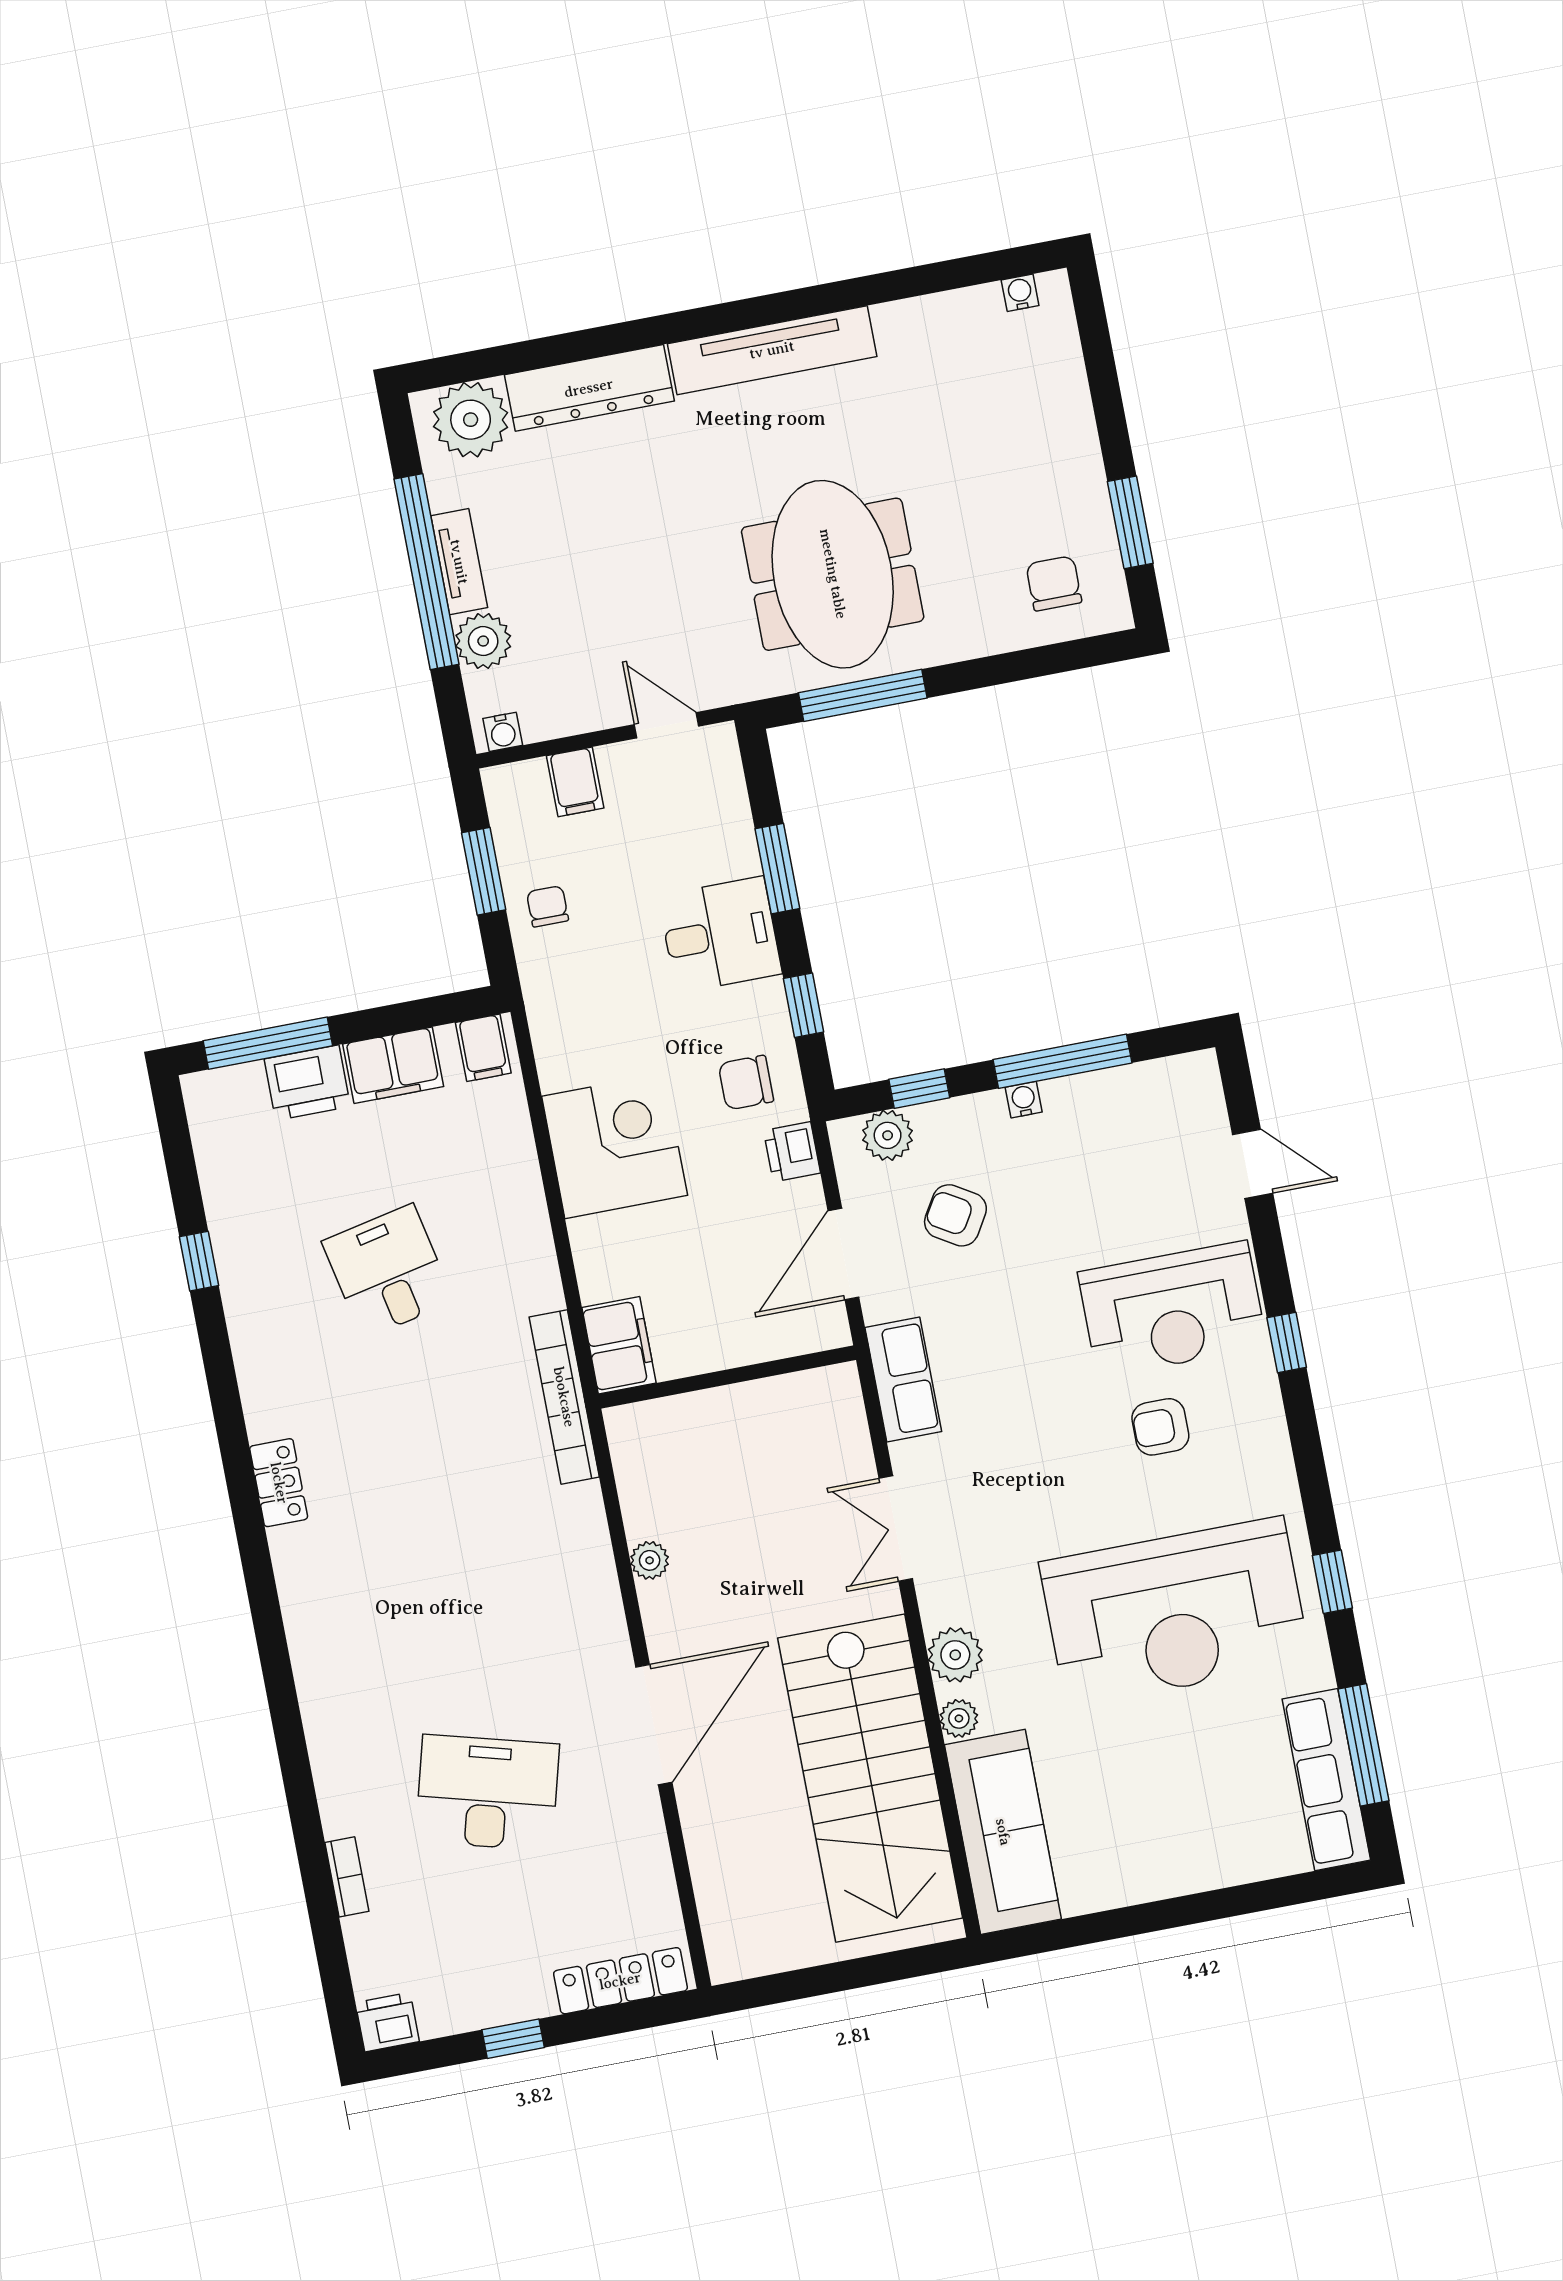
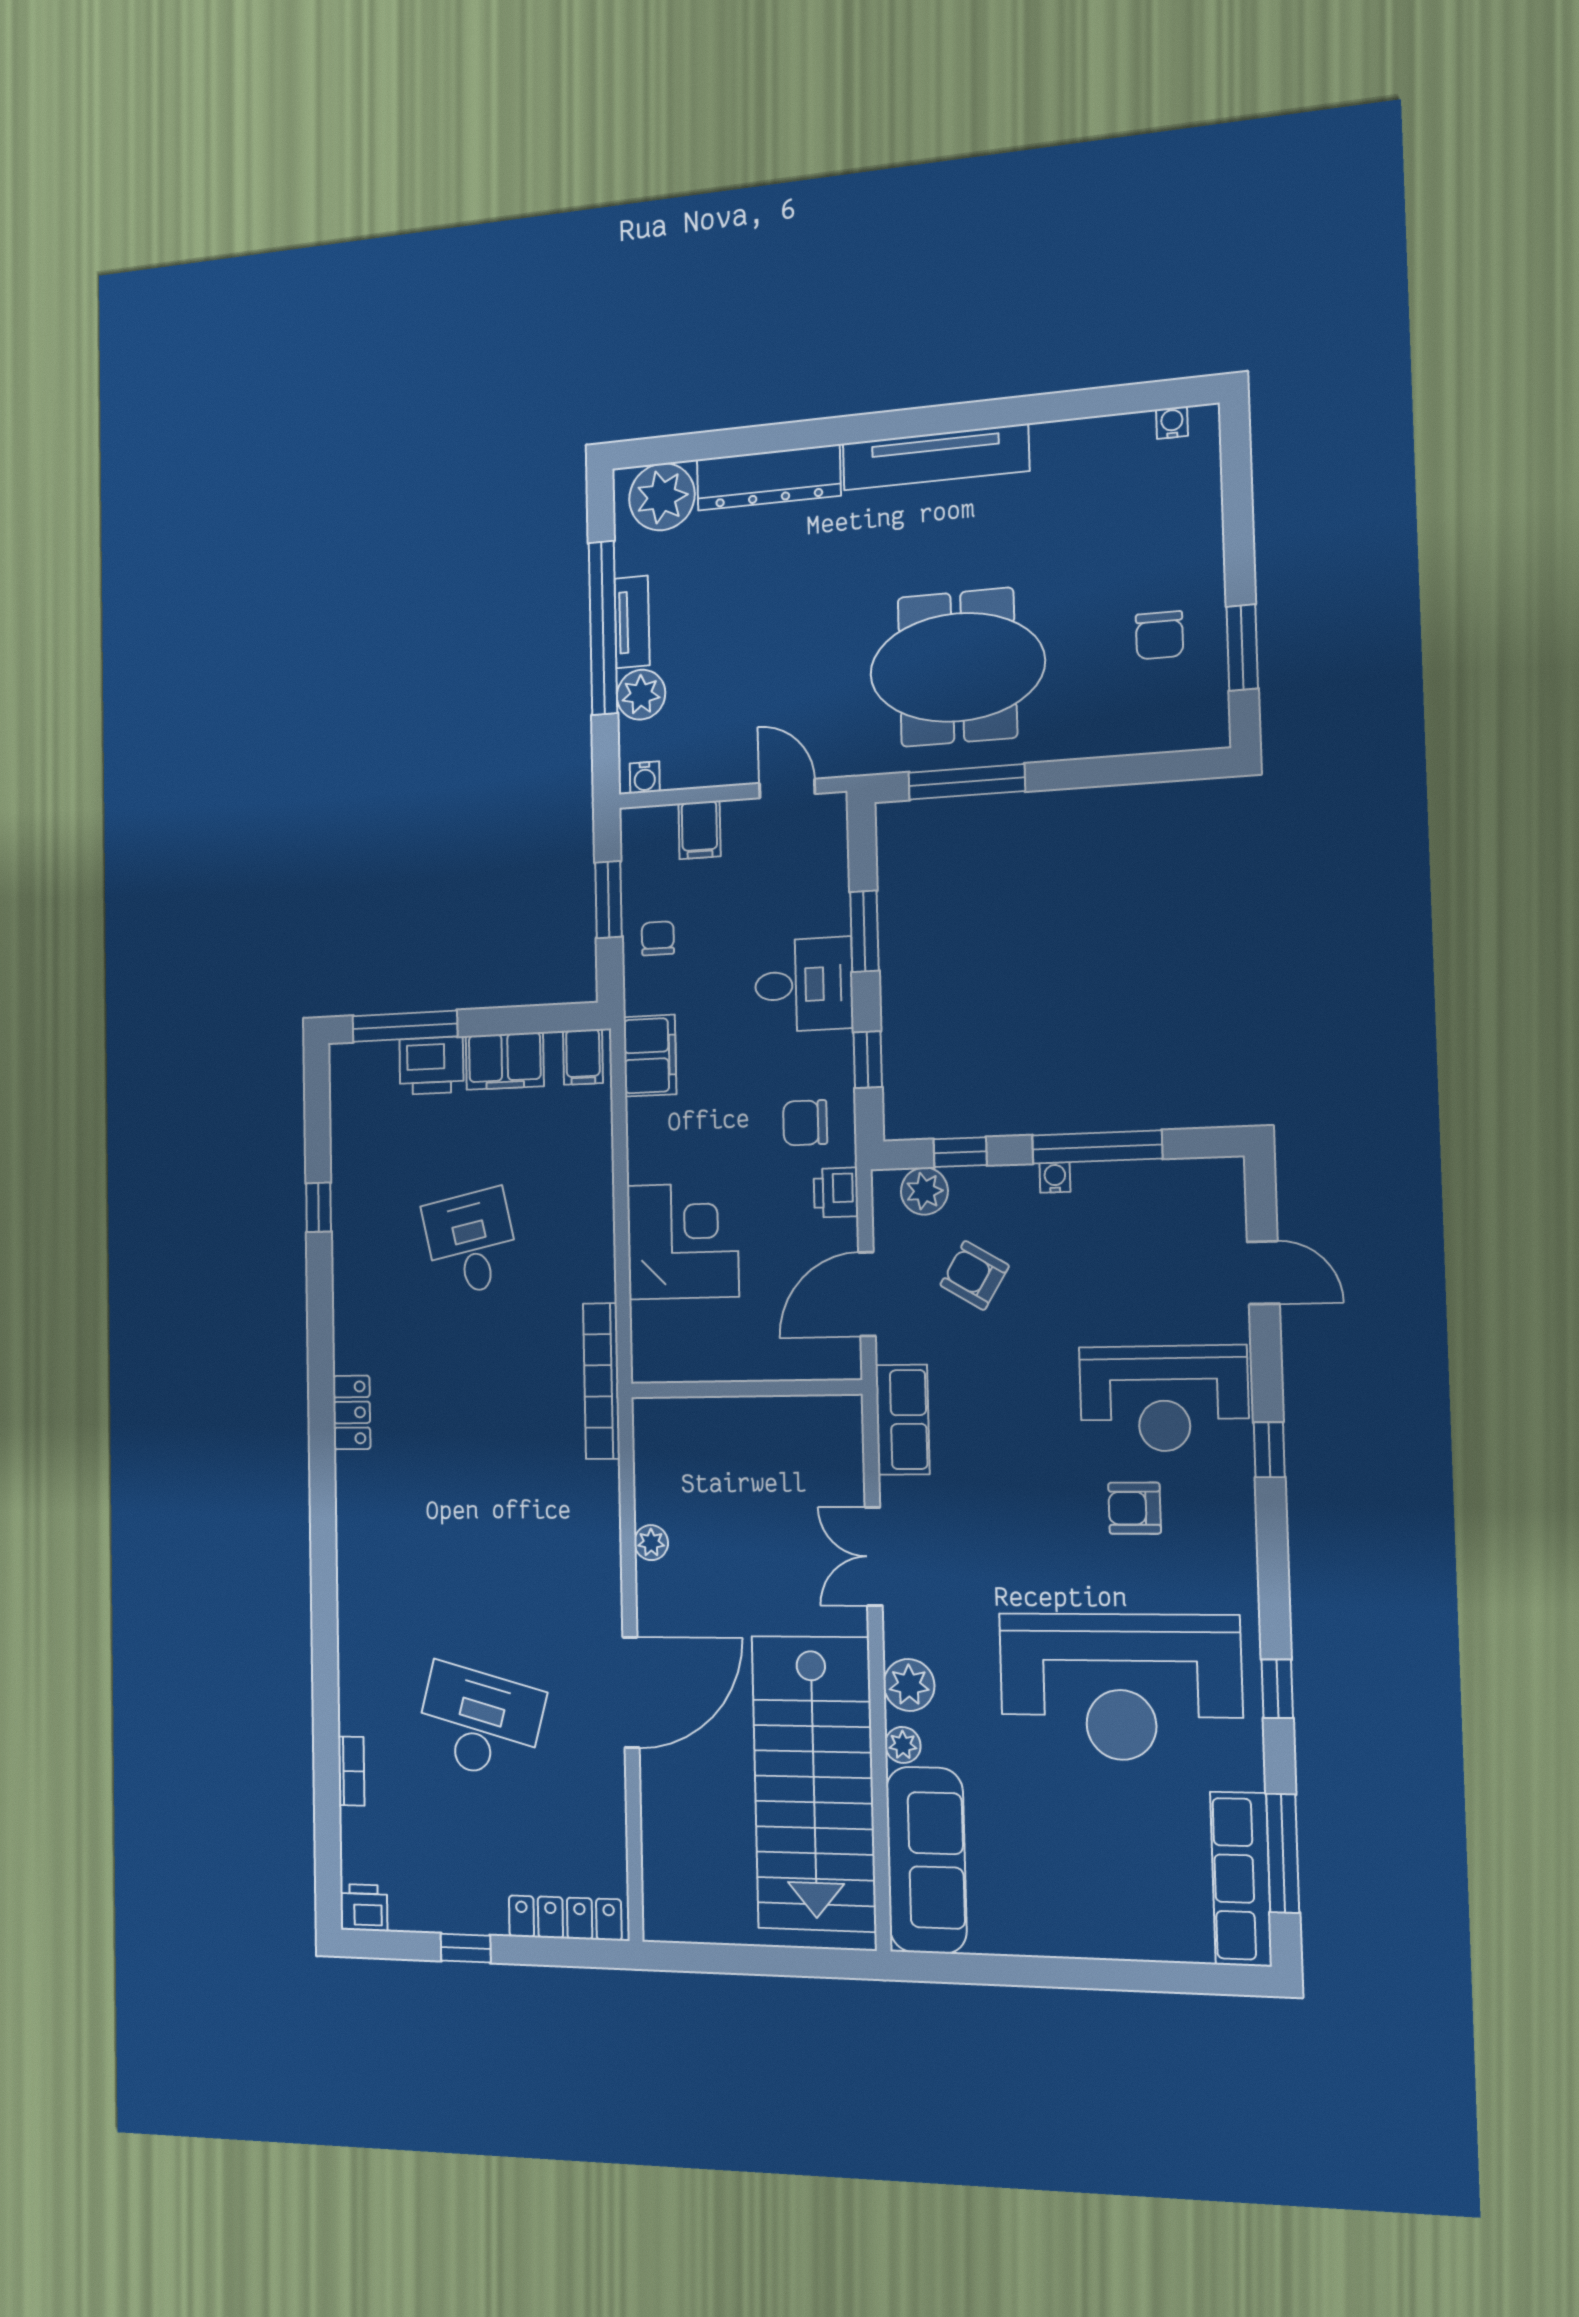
meeting table: (833, 574) -> (957, 667), turned 90
chair: (1054, 583) -> (1159, 635), moved, turned 180
corner desk: (615, 1146) -> (683, 1241), moved
filing cabinet: (619, 1345) -> (650, 1056), moved

